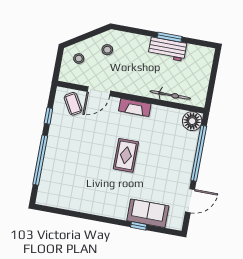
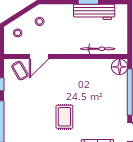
workbench: (167, 49) -> (94, 12), width x1.38
fireplace: (135, 107) -> (71, 64), removed
rug: (126, 155) -> (64, 117), moved

